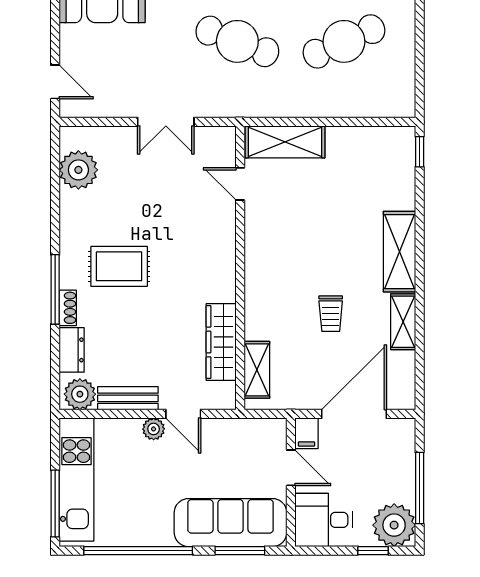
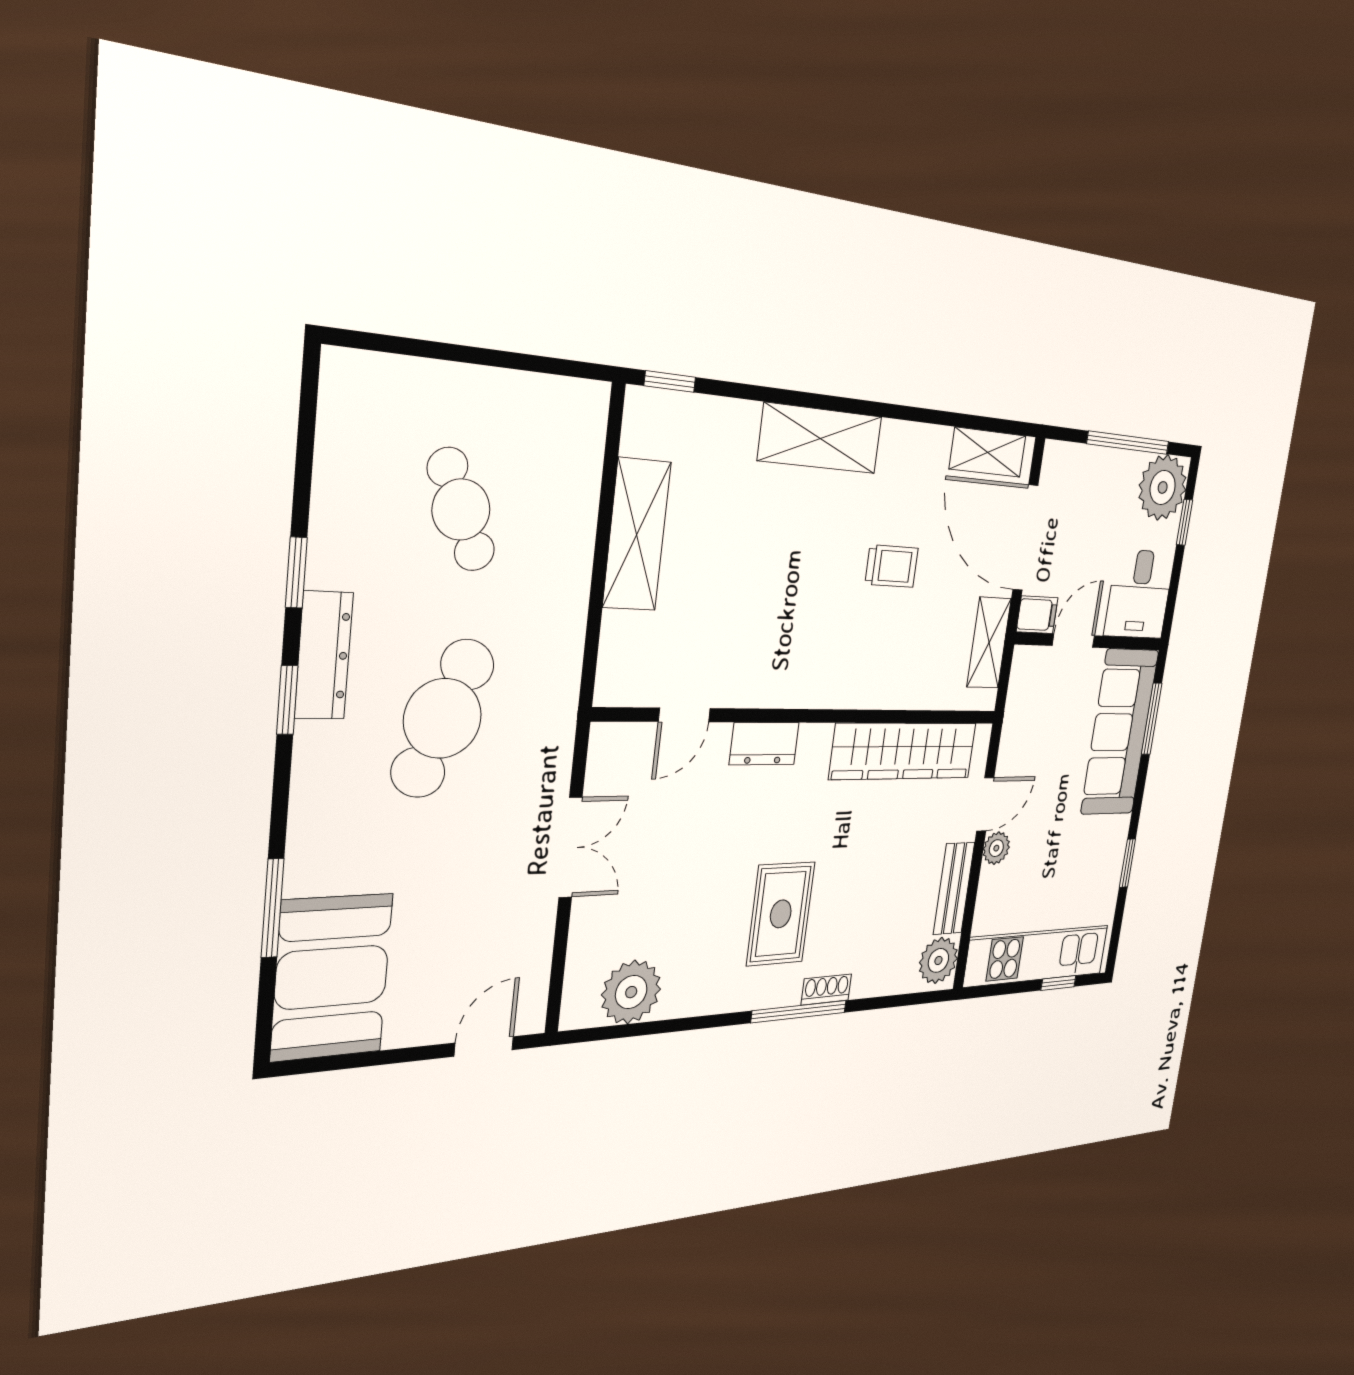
cafe table: (344, 41) -> (461, 510), width x0.73, depth x0.74
shelving: (285, 142) -> (637, 535), moved
shelving: (403, 322) -> (988, 452), moved
wardrobe: (221, 342) -> (904, 751), width x1.40, depth x1.17
dresser: (72, 350) -> (764, 744), moved, turned 180
shelving: (257, 370) -> (989, 643), moved, turned 90
window: (55, 504) -> (1058, 983), width x0.46
window: (138, 551) -> (1127, 863), width x0.32

